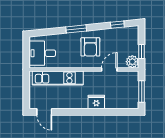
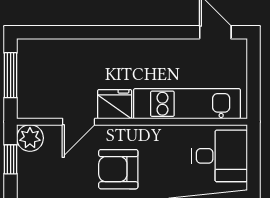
armchair: (90, 47) -> (118, 169), turned -90
fridge: (96, 102) -> (115, 104), moved, turned 180

